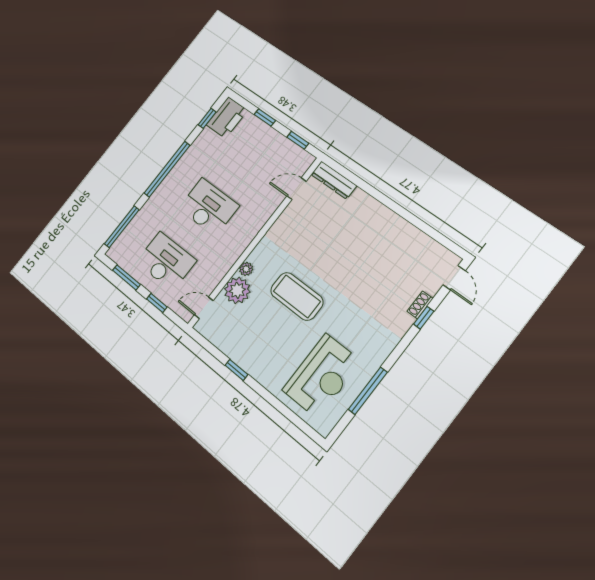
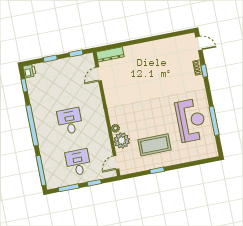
printer: (227, 118) -> (29, 71), width x0.53, depth x0.68
desk: (209, 207) -> (70, 121), width x0.73
desk: (166, 261) -> (78, 162), width x0.73
coffee table: (297, 296) -> (154, 145), moved
reception desk: (322, 376) -> (191, 120), moved

